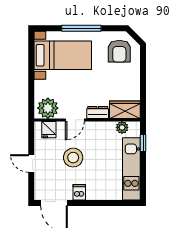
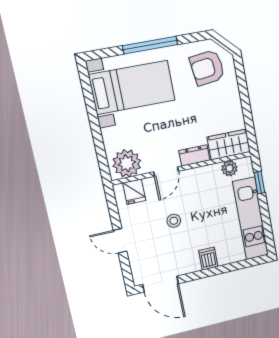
armchair: (119, 51) -> (207, 68), turned 83
stool: (73, 158) -> (174, 221), width x0.53, depth x0.53
dishwasher: (79, 192) -> (208, 259), moved

